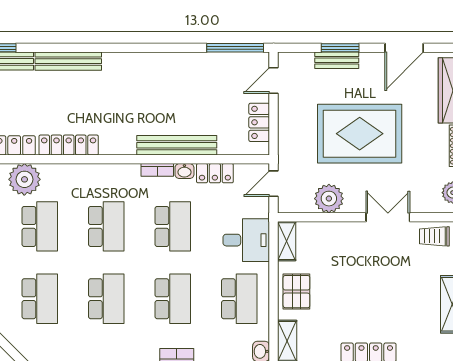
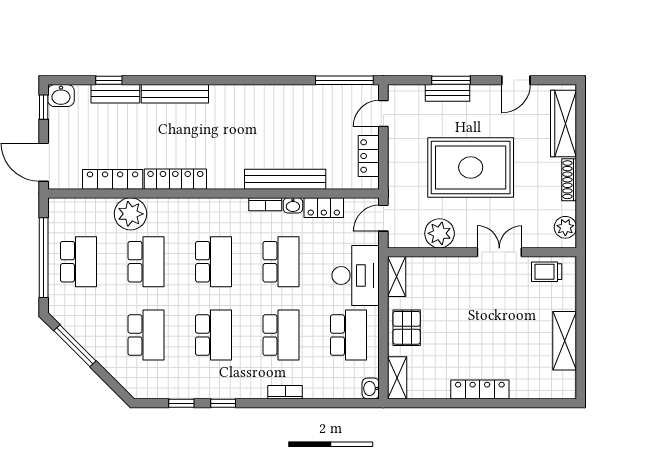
door: (404, 48) -> (516, 80), width x0.73
desk: (246, 240) -> (356, 275), width x1.37

